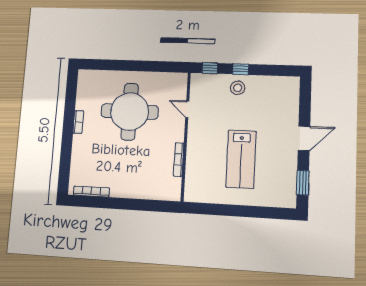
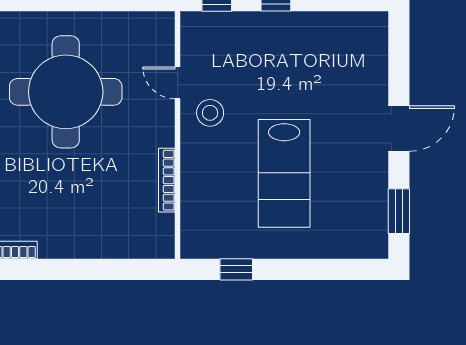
stool: (238, 88) -> (210, 113), moved
window: (213, 209) -> (236, 269), added

